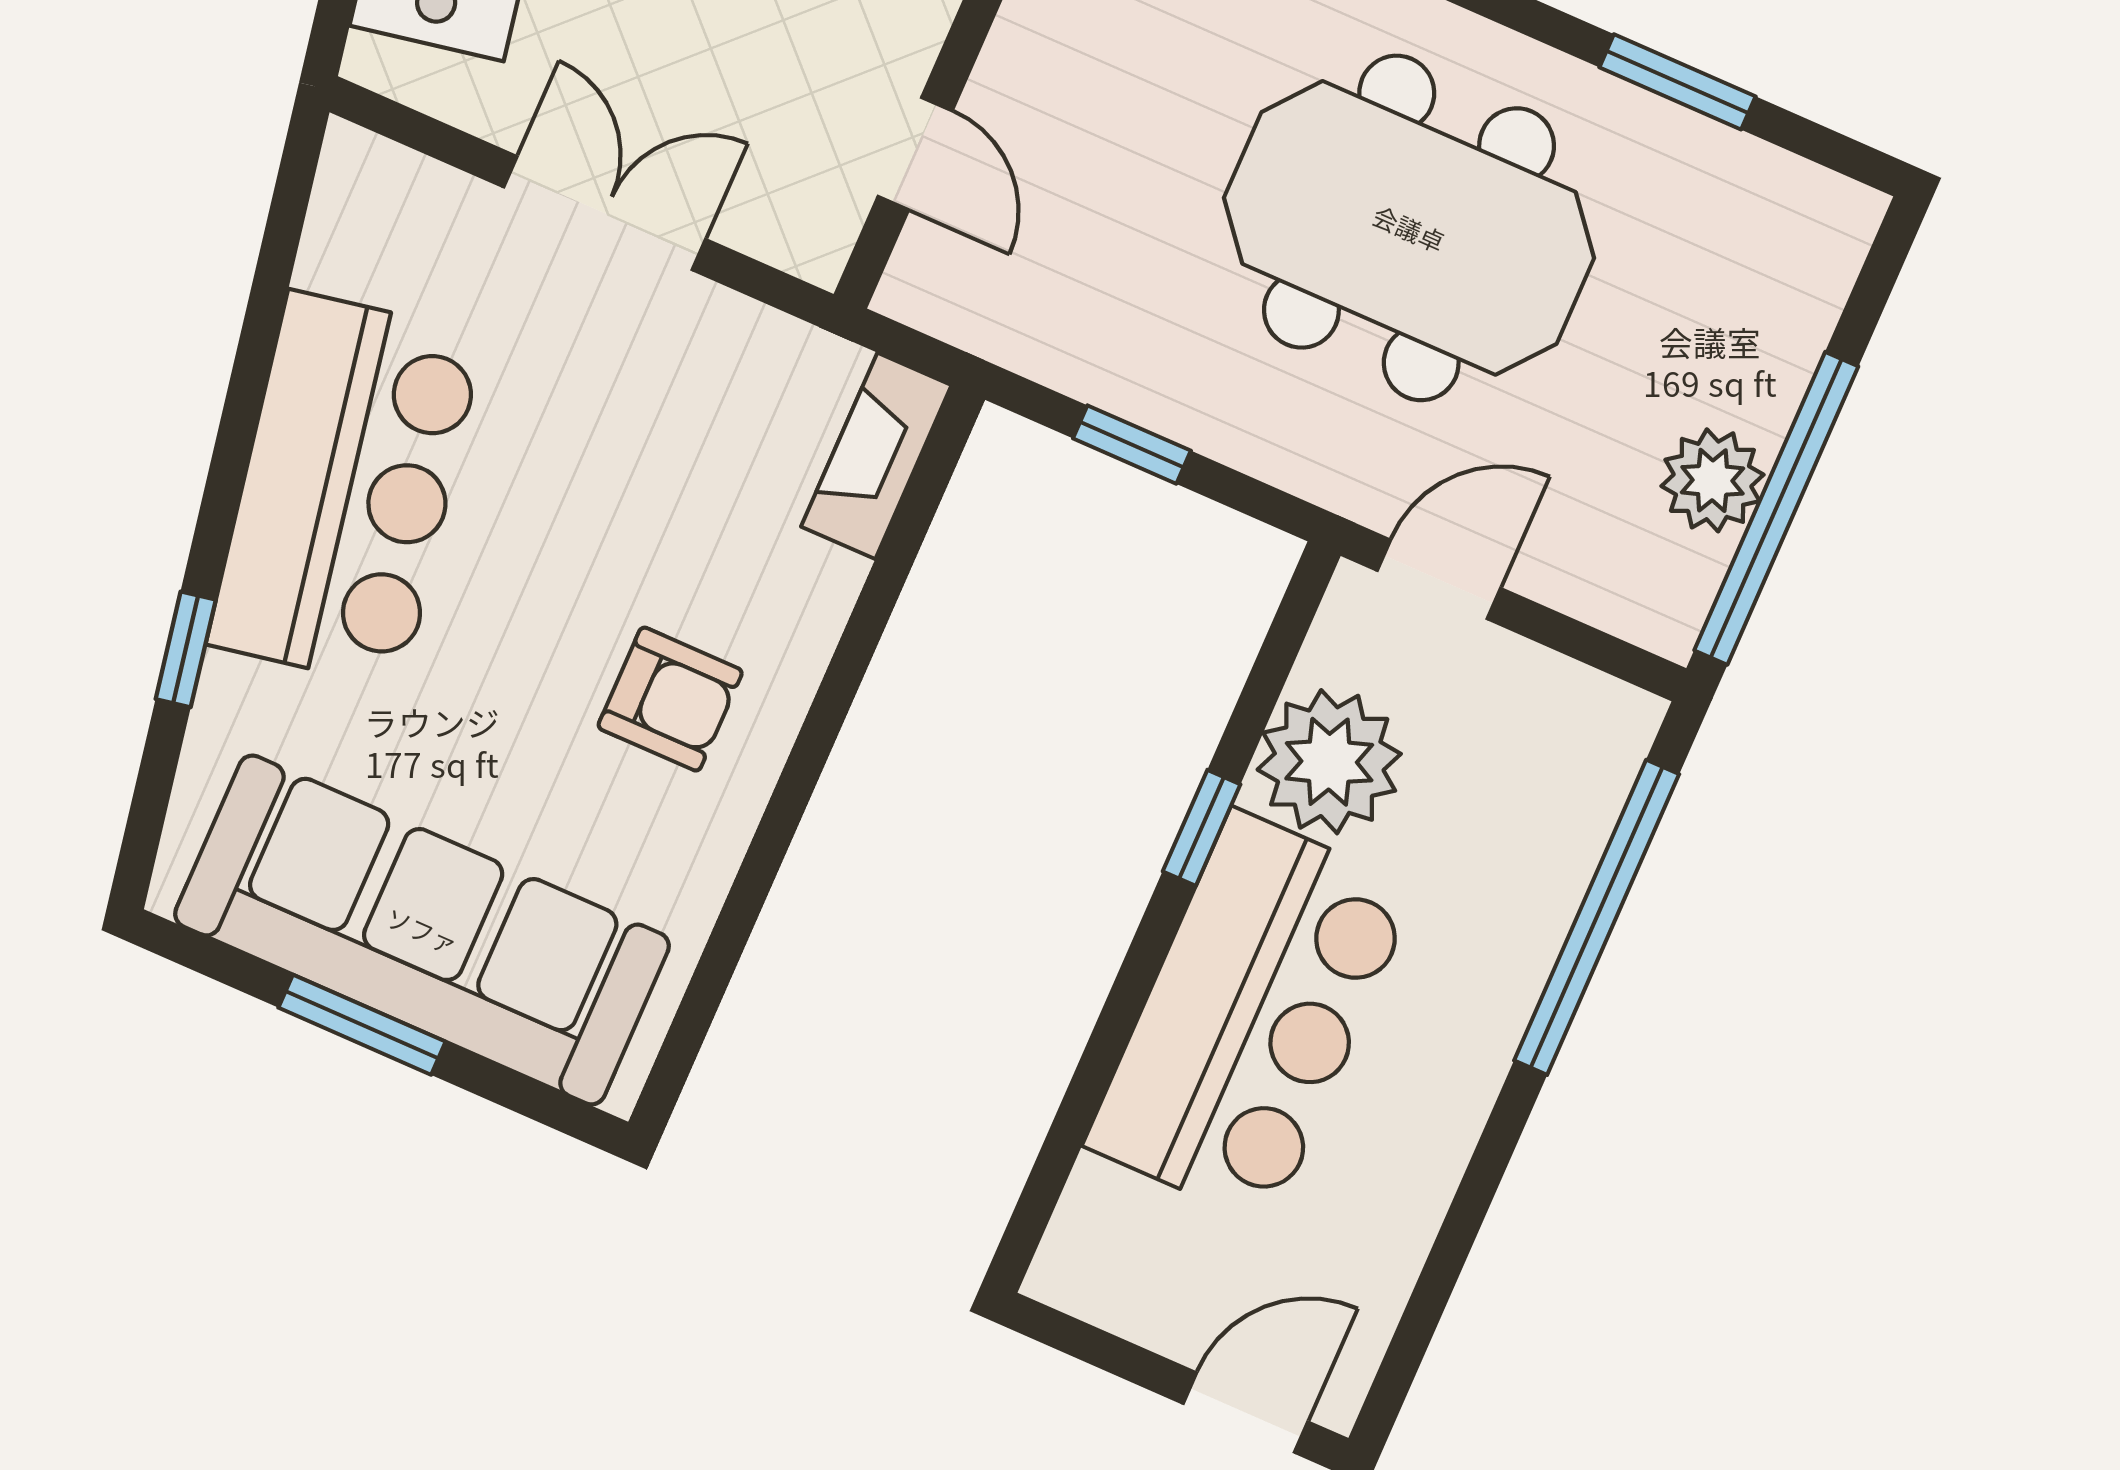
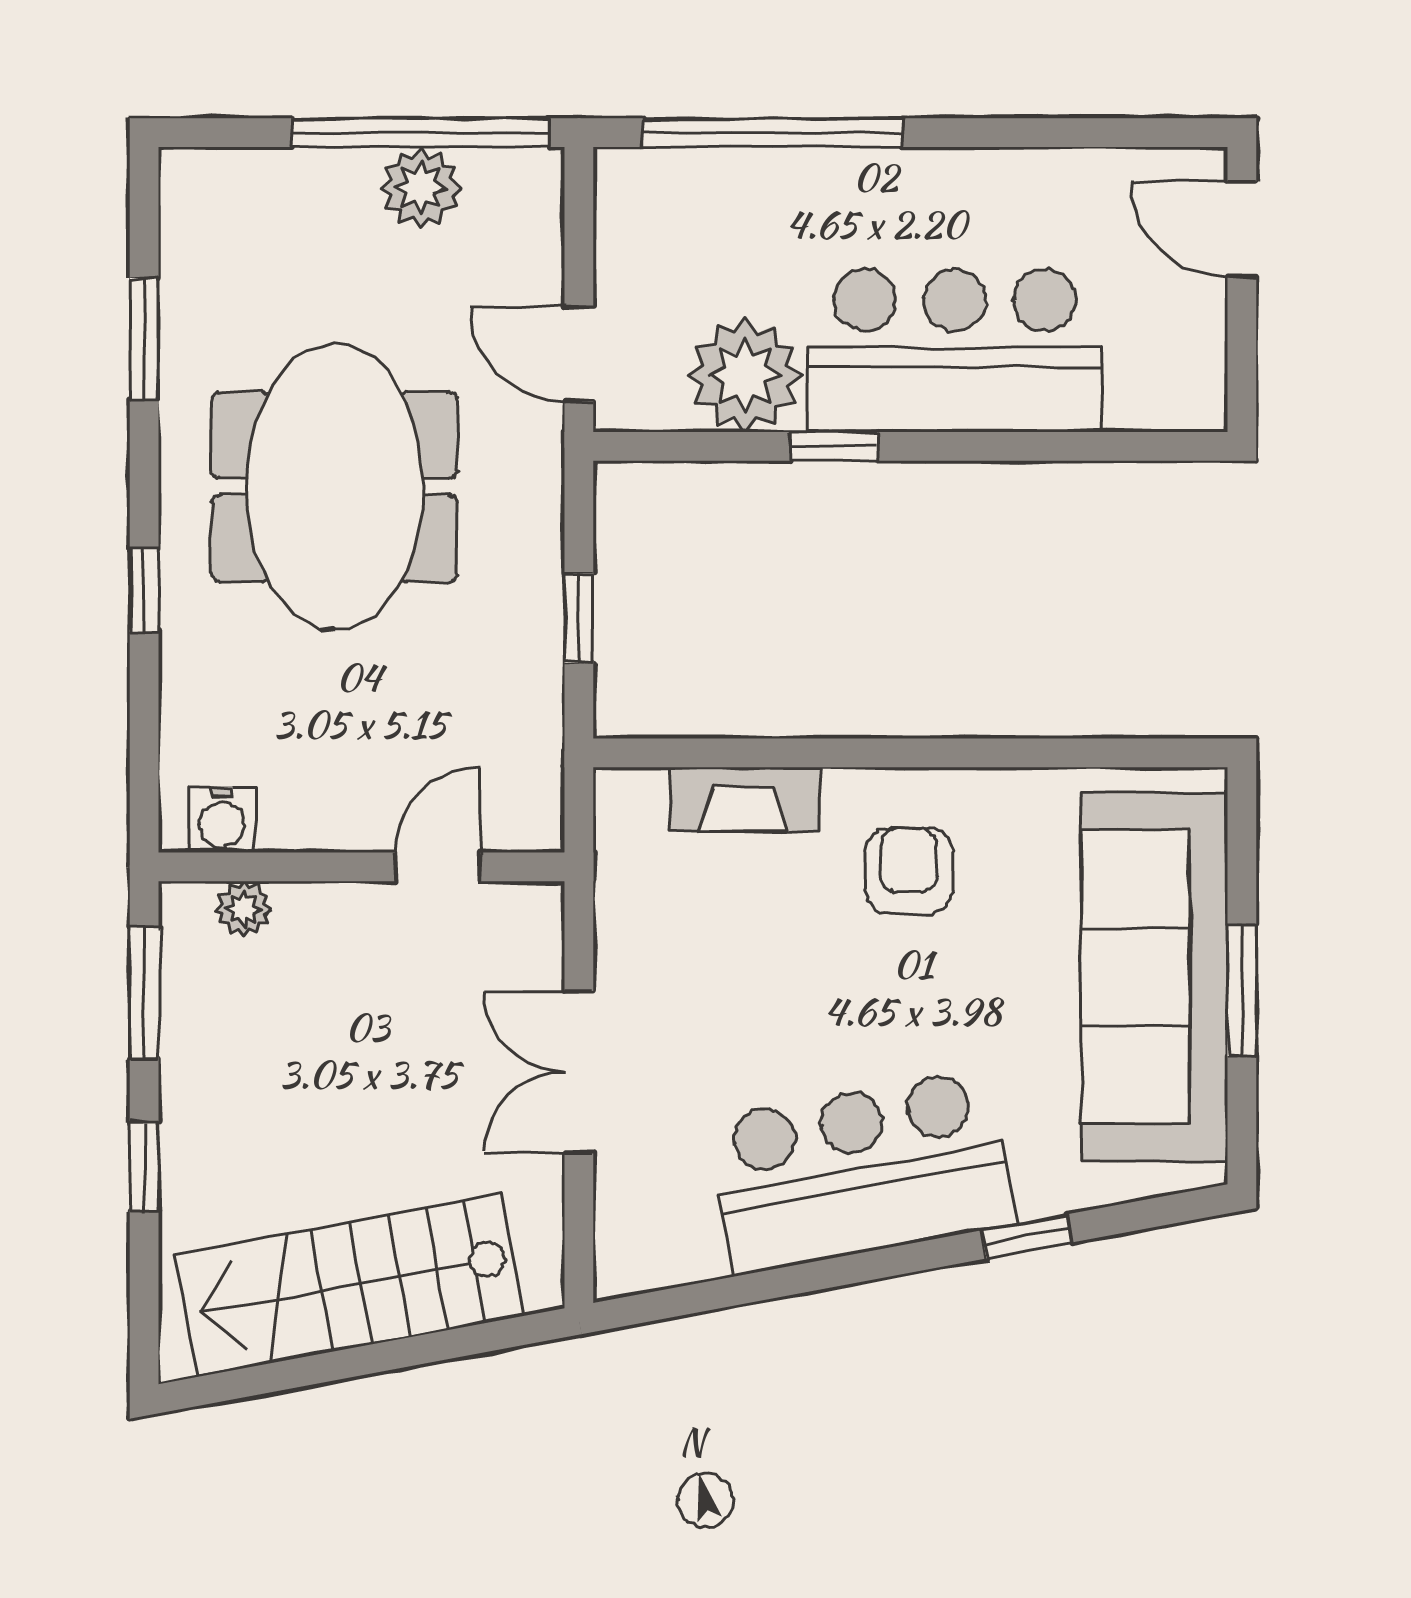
fireplace: (876, 456) -> (744, 799), moved

